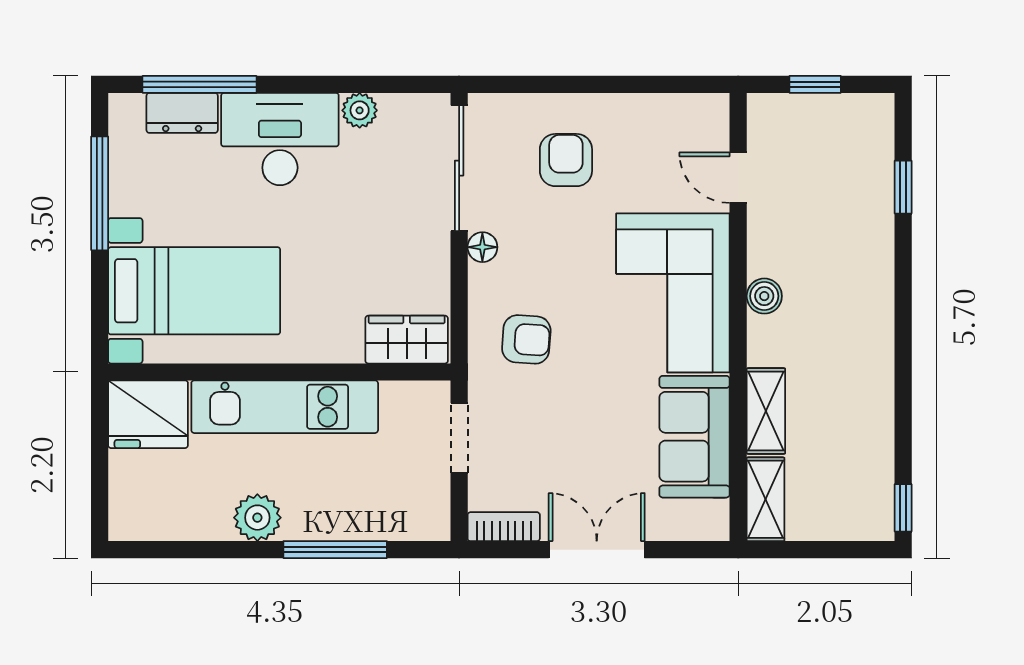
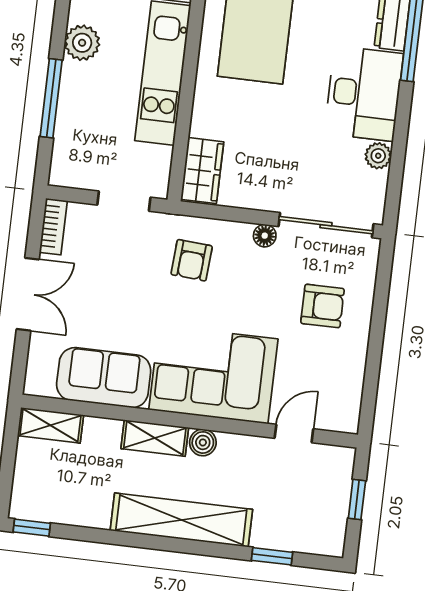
shelving: (870, 312) -> (181, 520), added
shelving: (766, 411) -> (155, 438), moved

